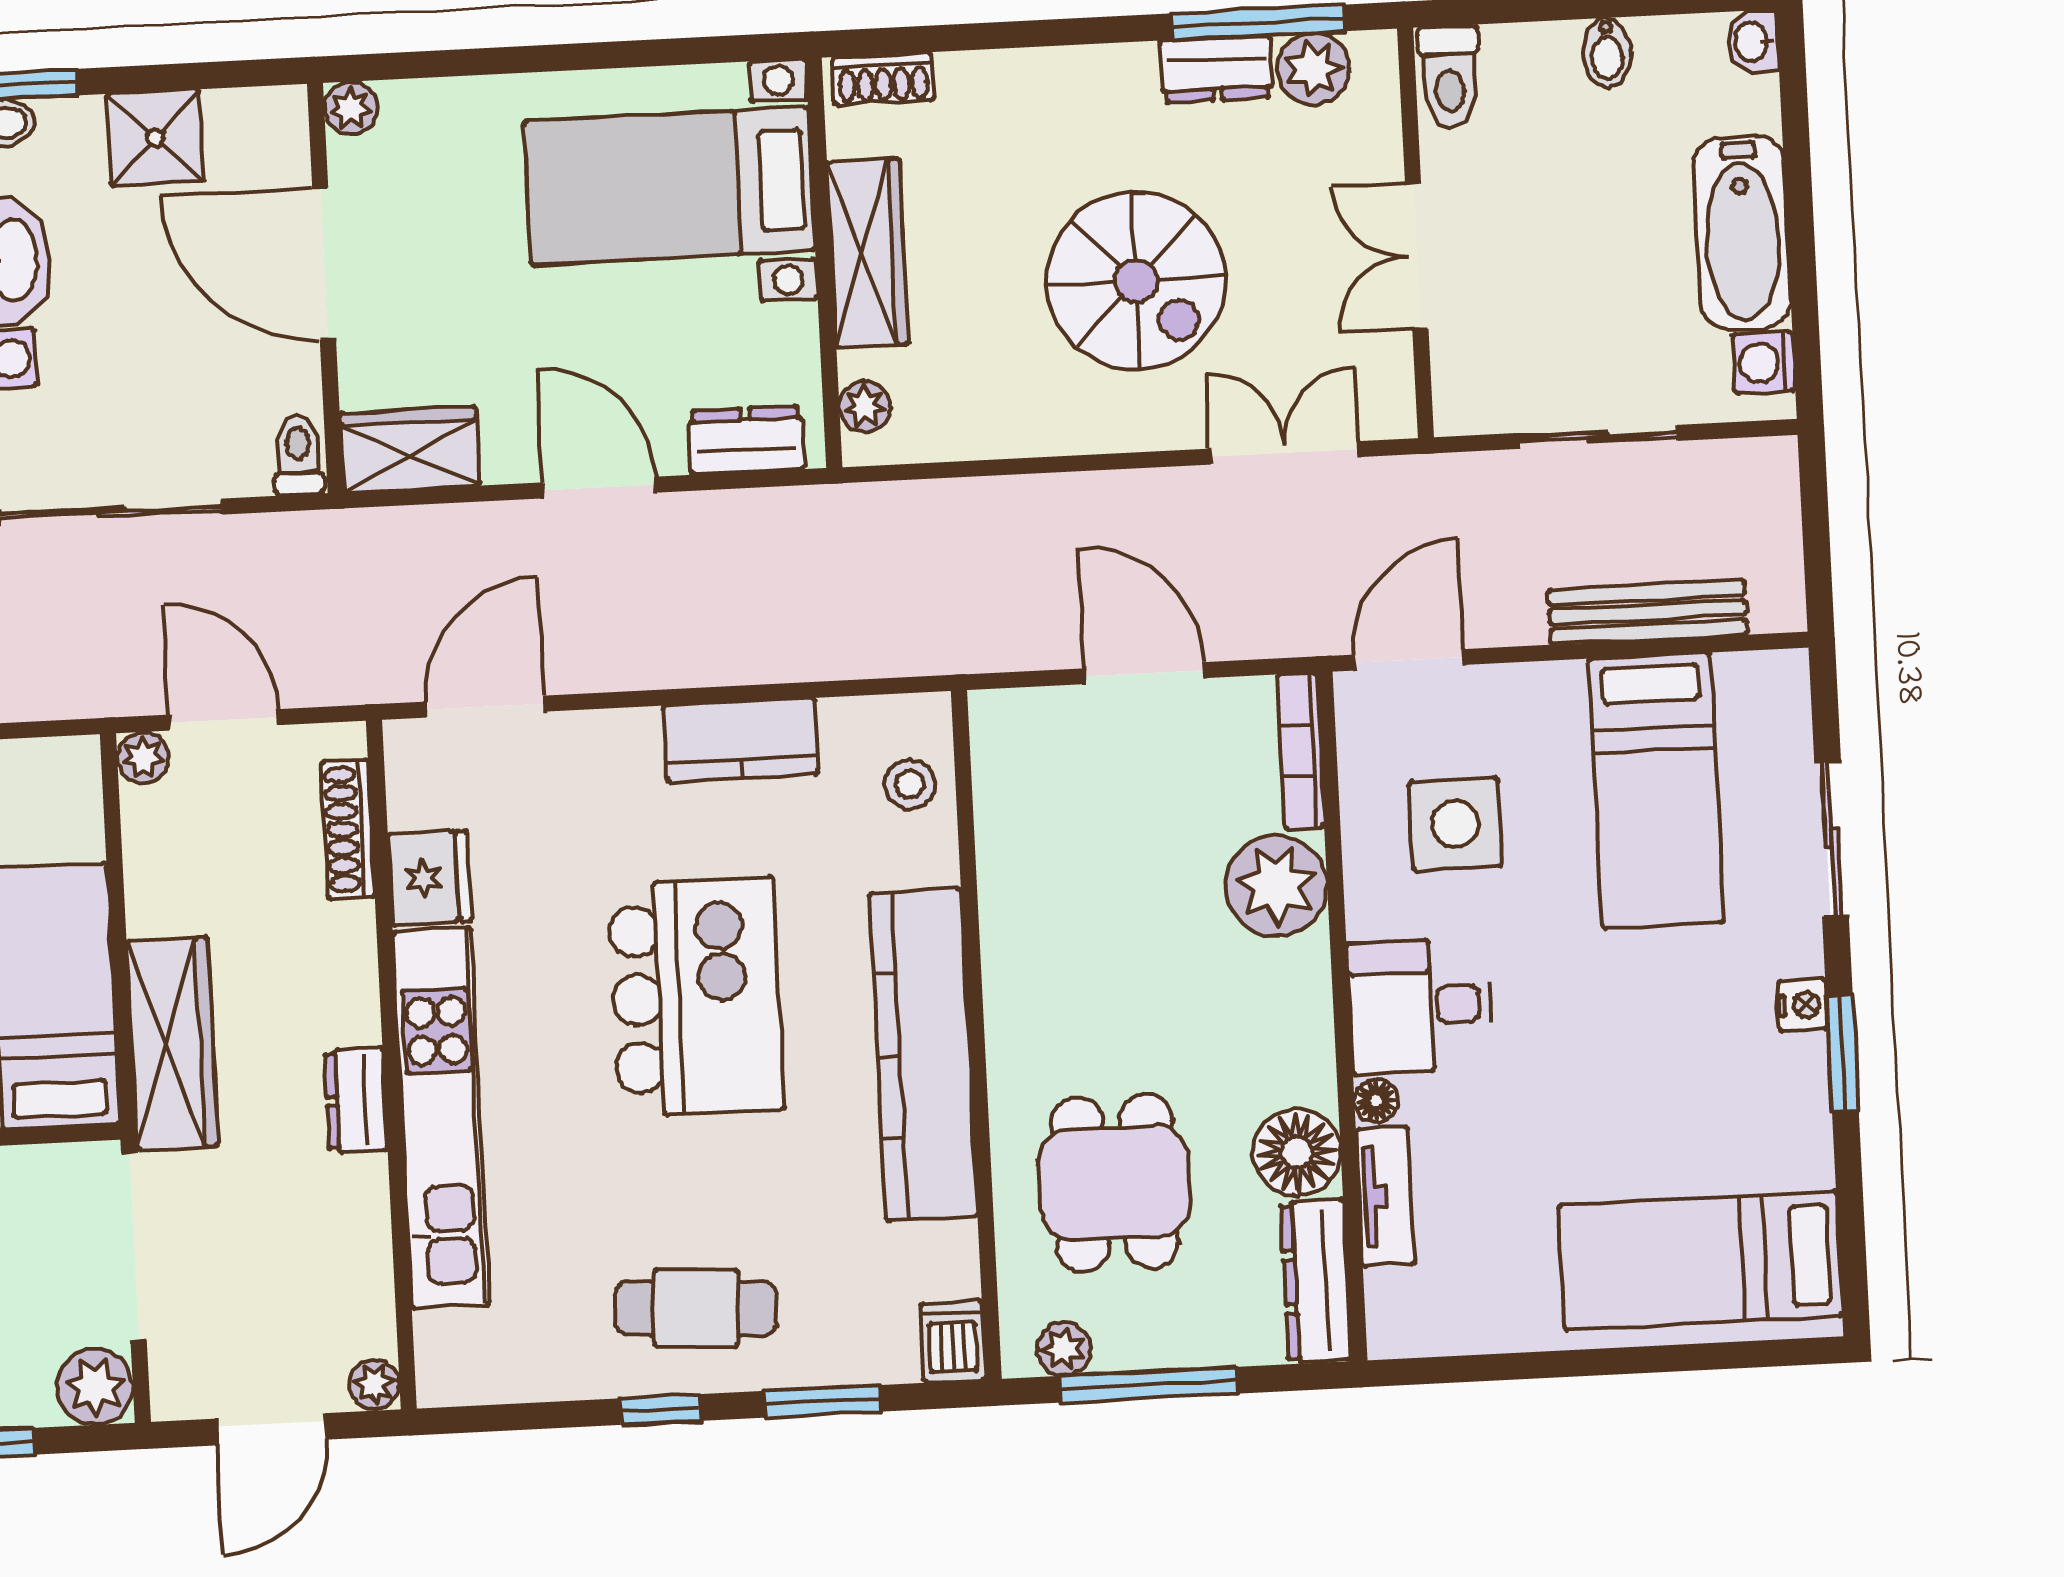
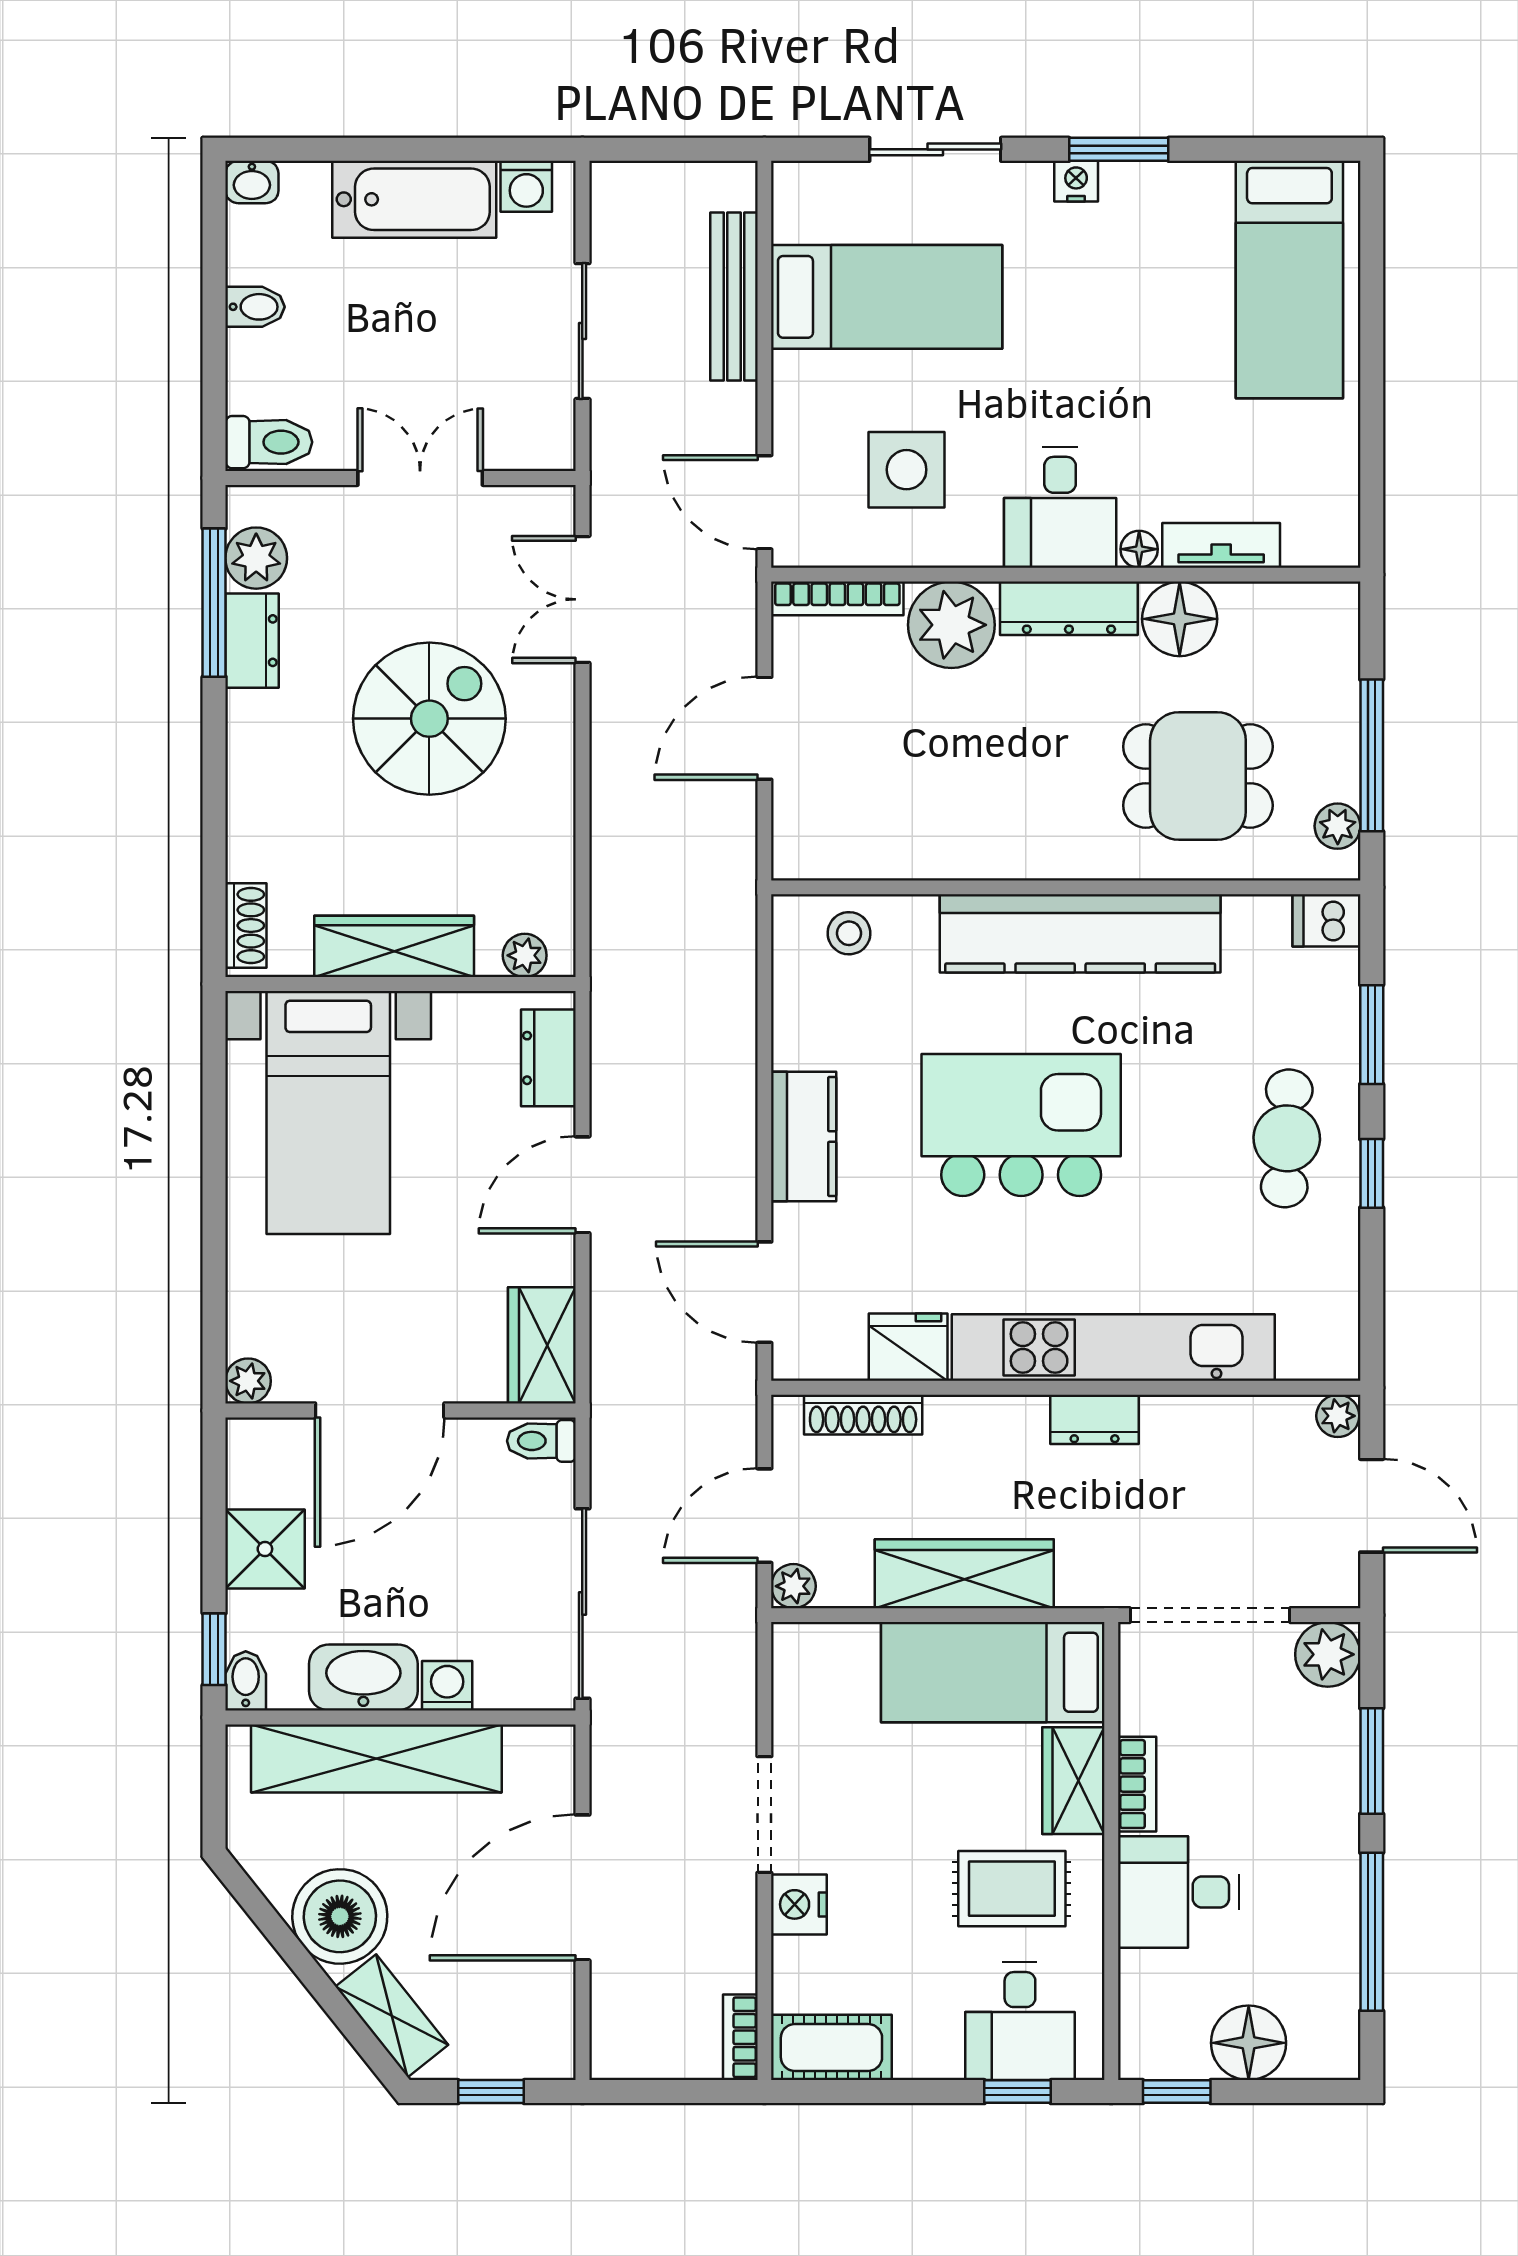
double door: (1417, 256) -> (420, 478), swing flipped
kitchen counter: (741, 740) -> (804, 1137), moved
wardrobe: (172, 1044) -> (964, 1574), moved
dresser: (1316, 1281) -> (1069, 608), moved

